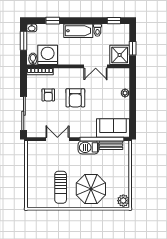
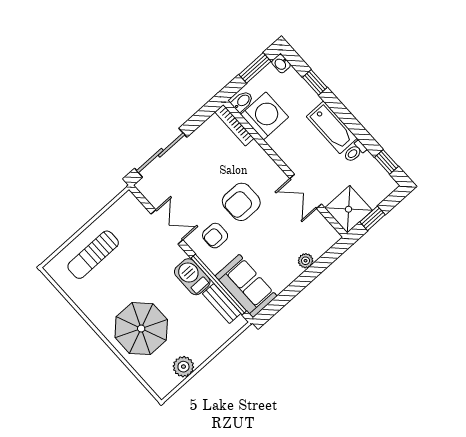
armchair: (48, 95) -> (215, 236), moved
sun lounger: (61, 187) -> (93, 255), moved
plant: (123, 201) -> (183, 367), moved

